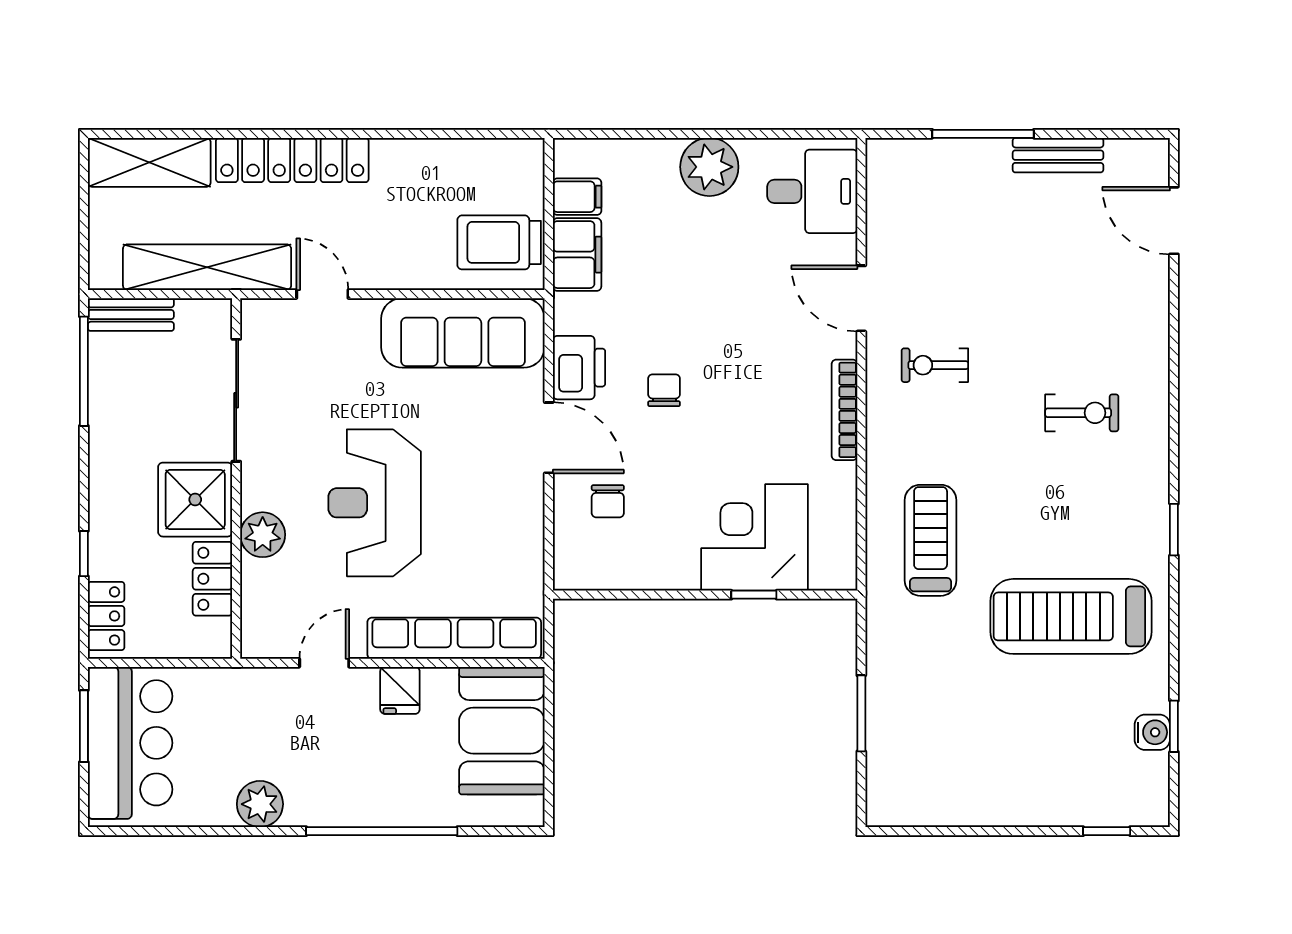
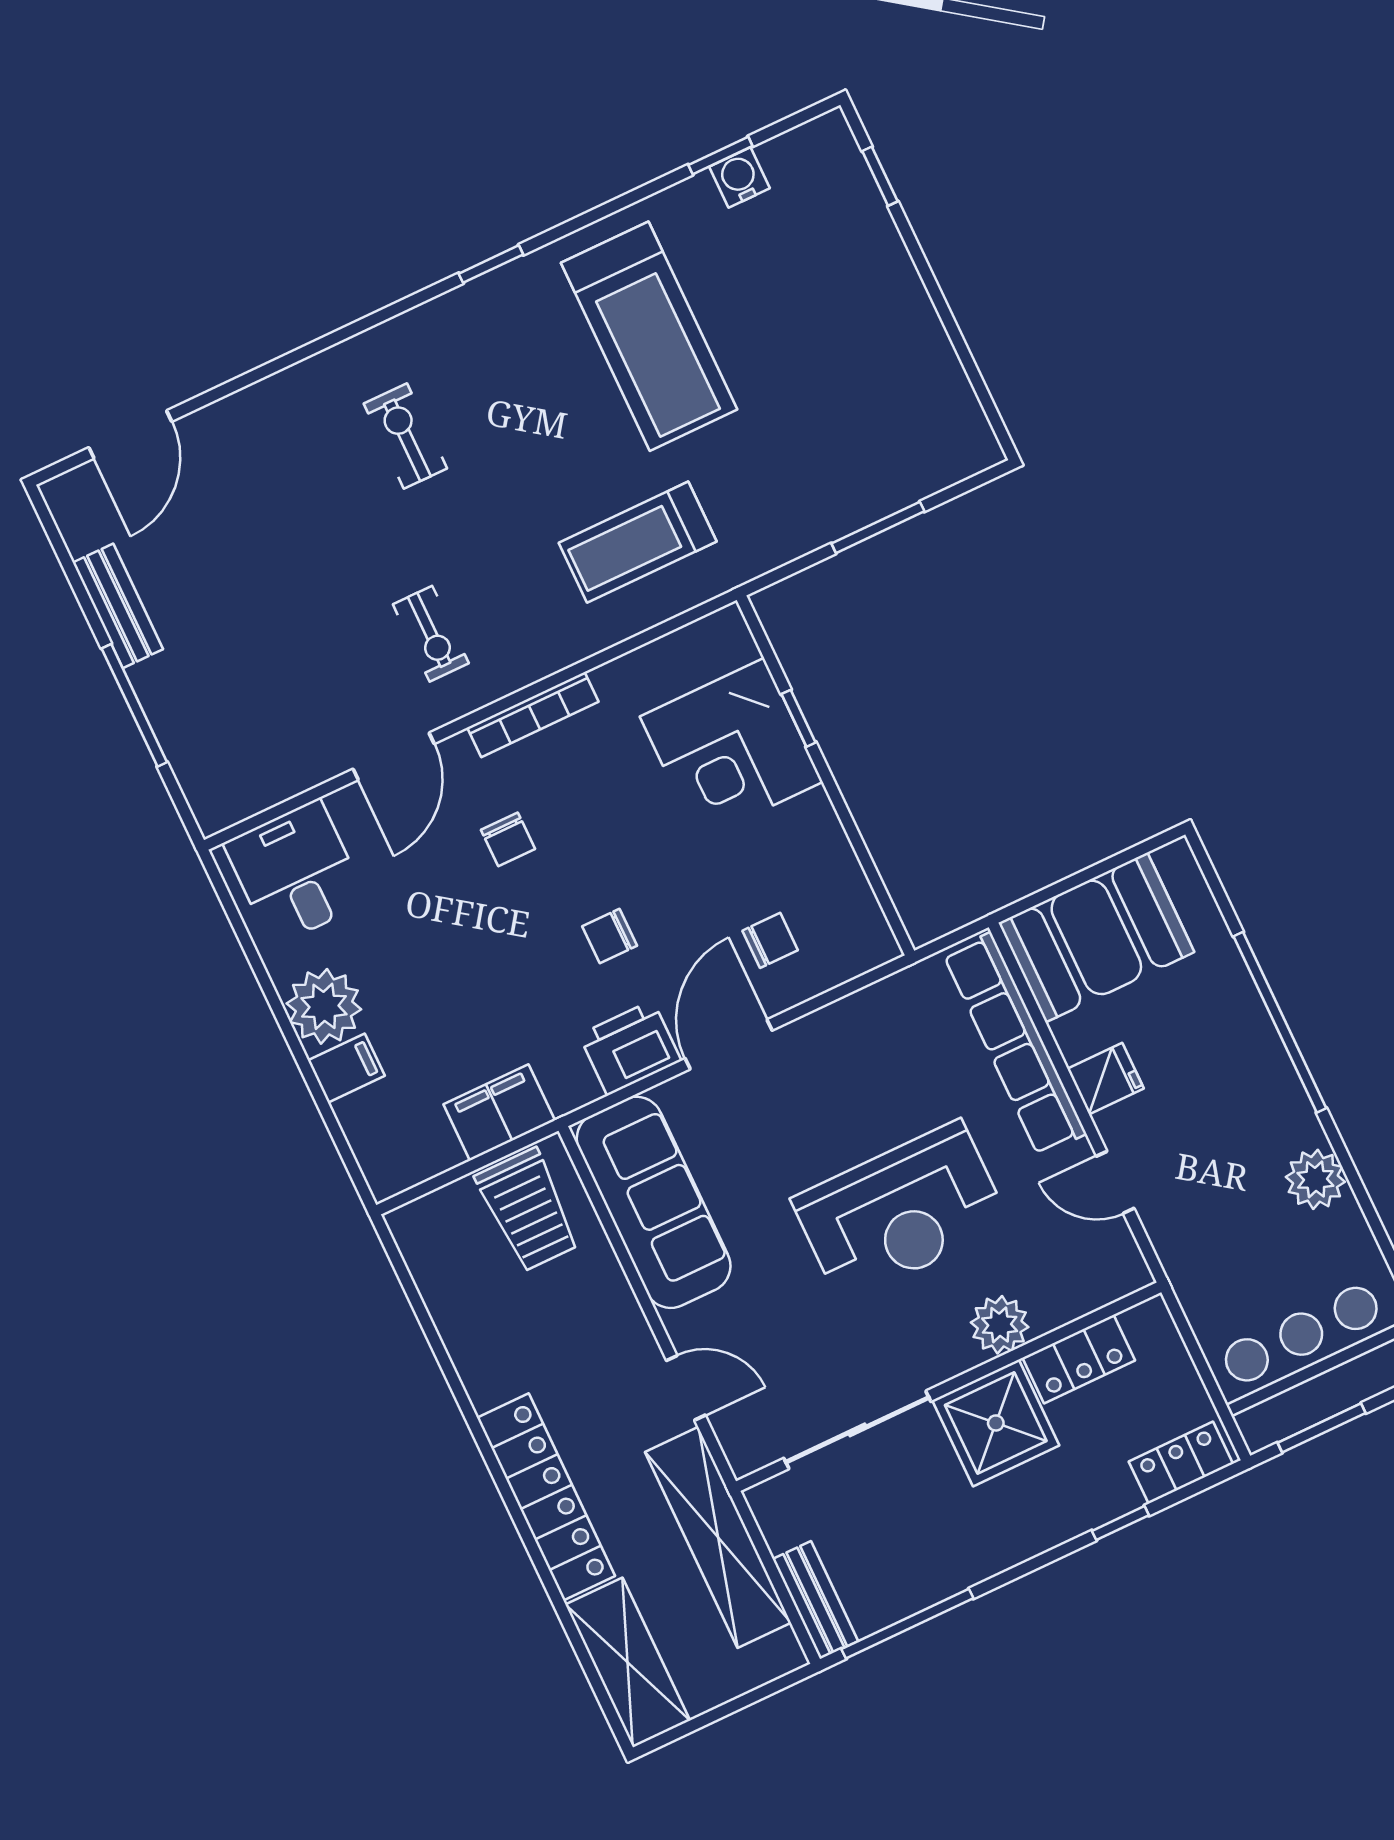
filing cabinet: (577, 197) -> (346, 1068), moved, turned 90
door: (322, 294) -> (686, 1388), swing flipped
chair: (765, 351) -> (508, 839), added

